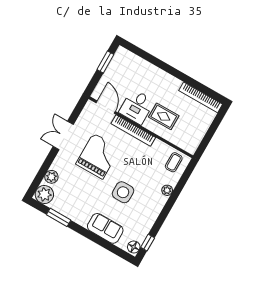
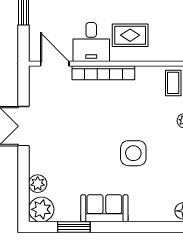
grand piano: (98, 156) -> (79, 127), removed
sofa: (105, 228) -> (104, 208), moved

